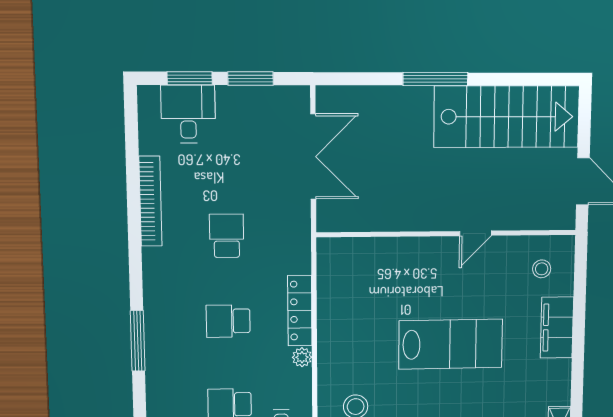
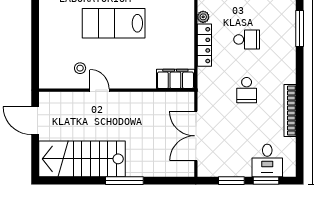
door: (475, 233) -> (100, 90), hinge flipped
stool: (542, 269) -> (80, 68), moved
filing cabinet: (557, 327) -> (175, 79), moved, turned -90

